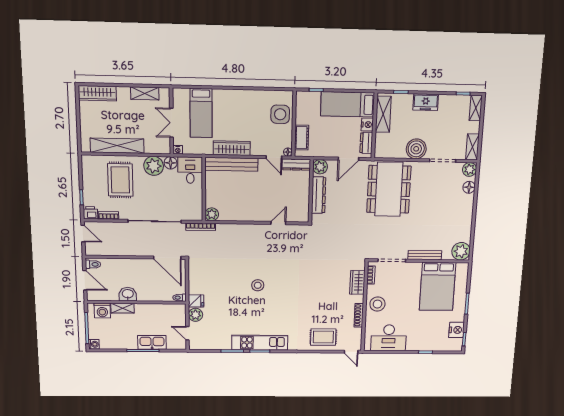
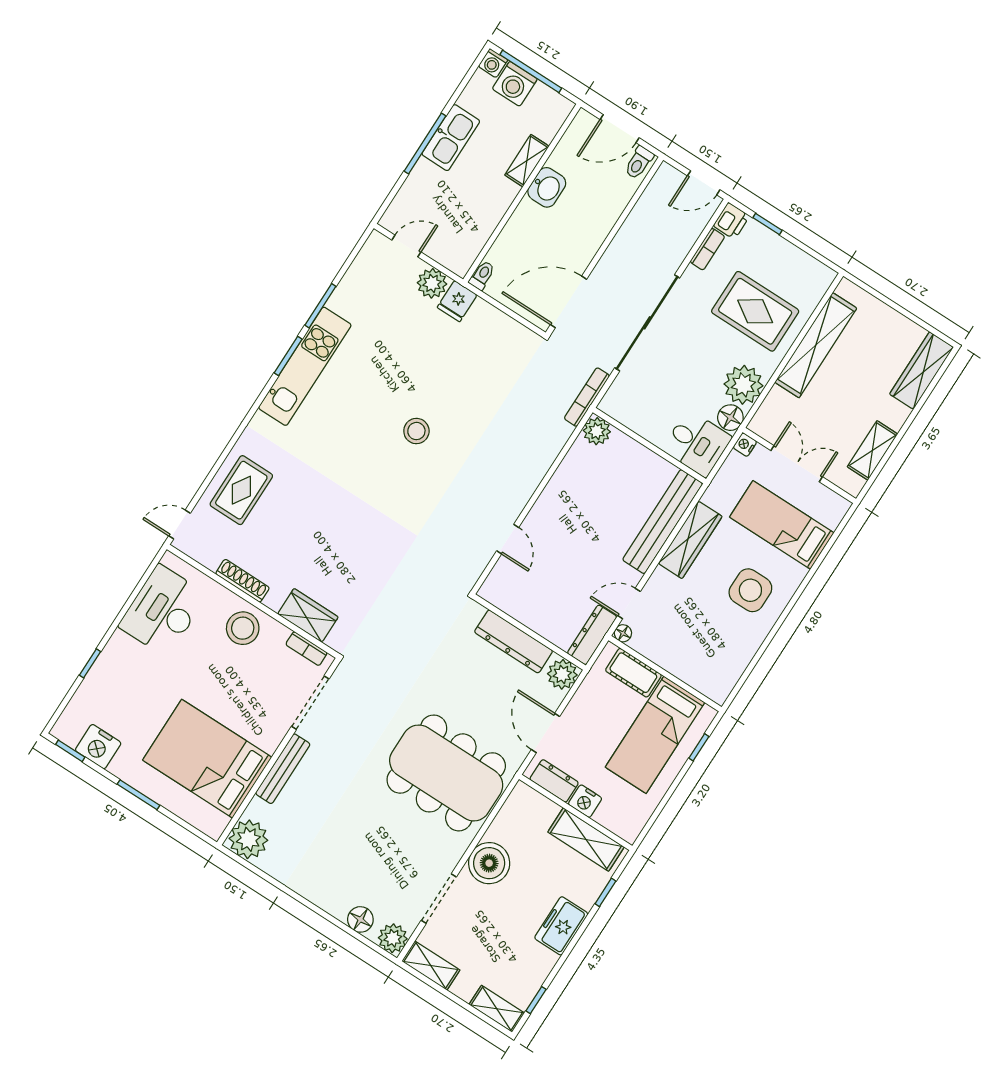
bed: (348, 104) -> (655, 735), moved, turned 180
side table: (280, 114) -> (750, 590), moved
washing machine: (102, 311) -> (515, 84), moved, turned -90
kitchen sink: (152, 342) -> (451, 138), moved

